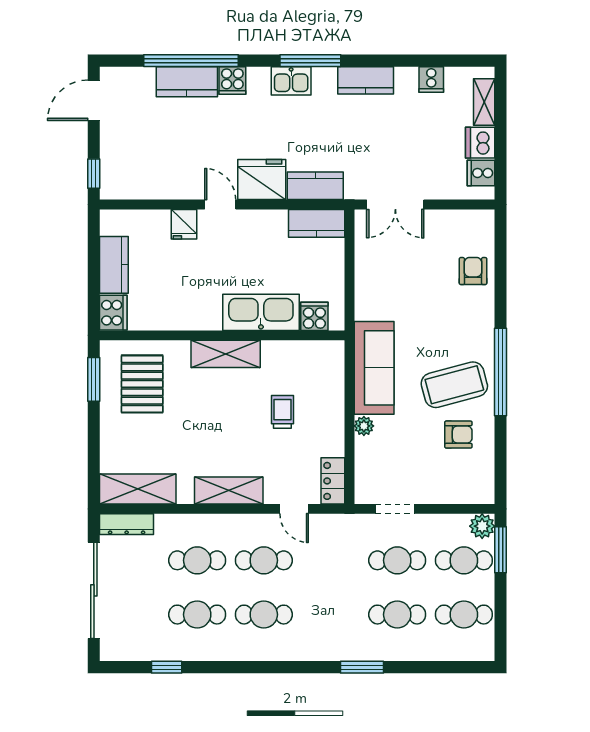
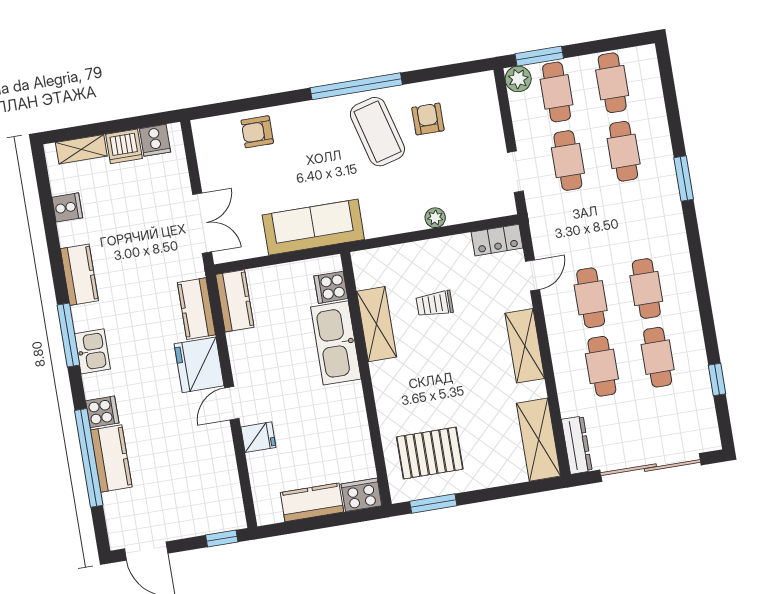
shelving: (226, 354) -> (377, 324), moved
sofa: (374, 368) -> (313, 227), moved

